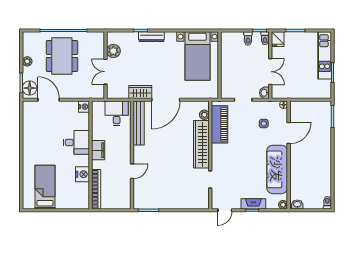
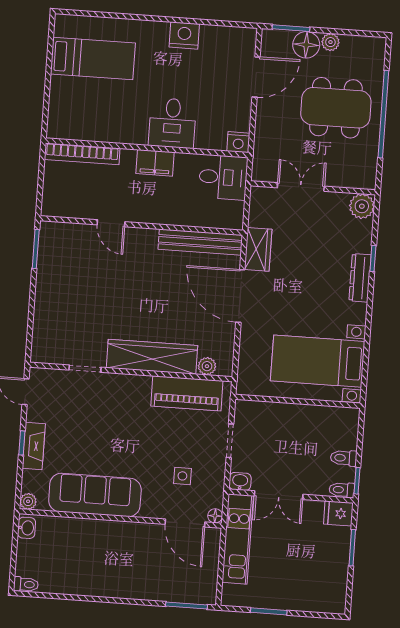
plant: (113, 51) -> (362, 206), moved
kitchen unit: (325, 55) -> (238, 539), moved, turned 90
floor lamp: (30, 88) -> (306, 45), moved
desk: (117, 113) -> (223, 177), moved
door: (289, 133) -> (185, 523), moved
nightstand: (82, 174) -> (184, 35), moved, turned 180

